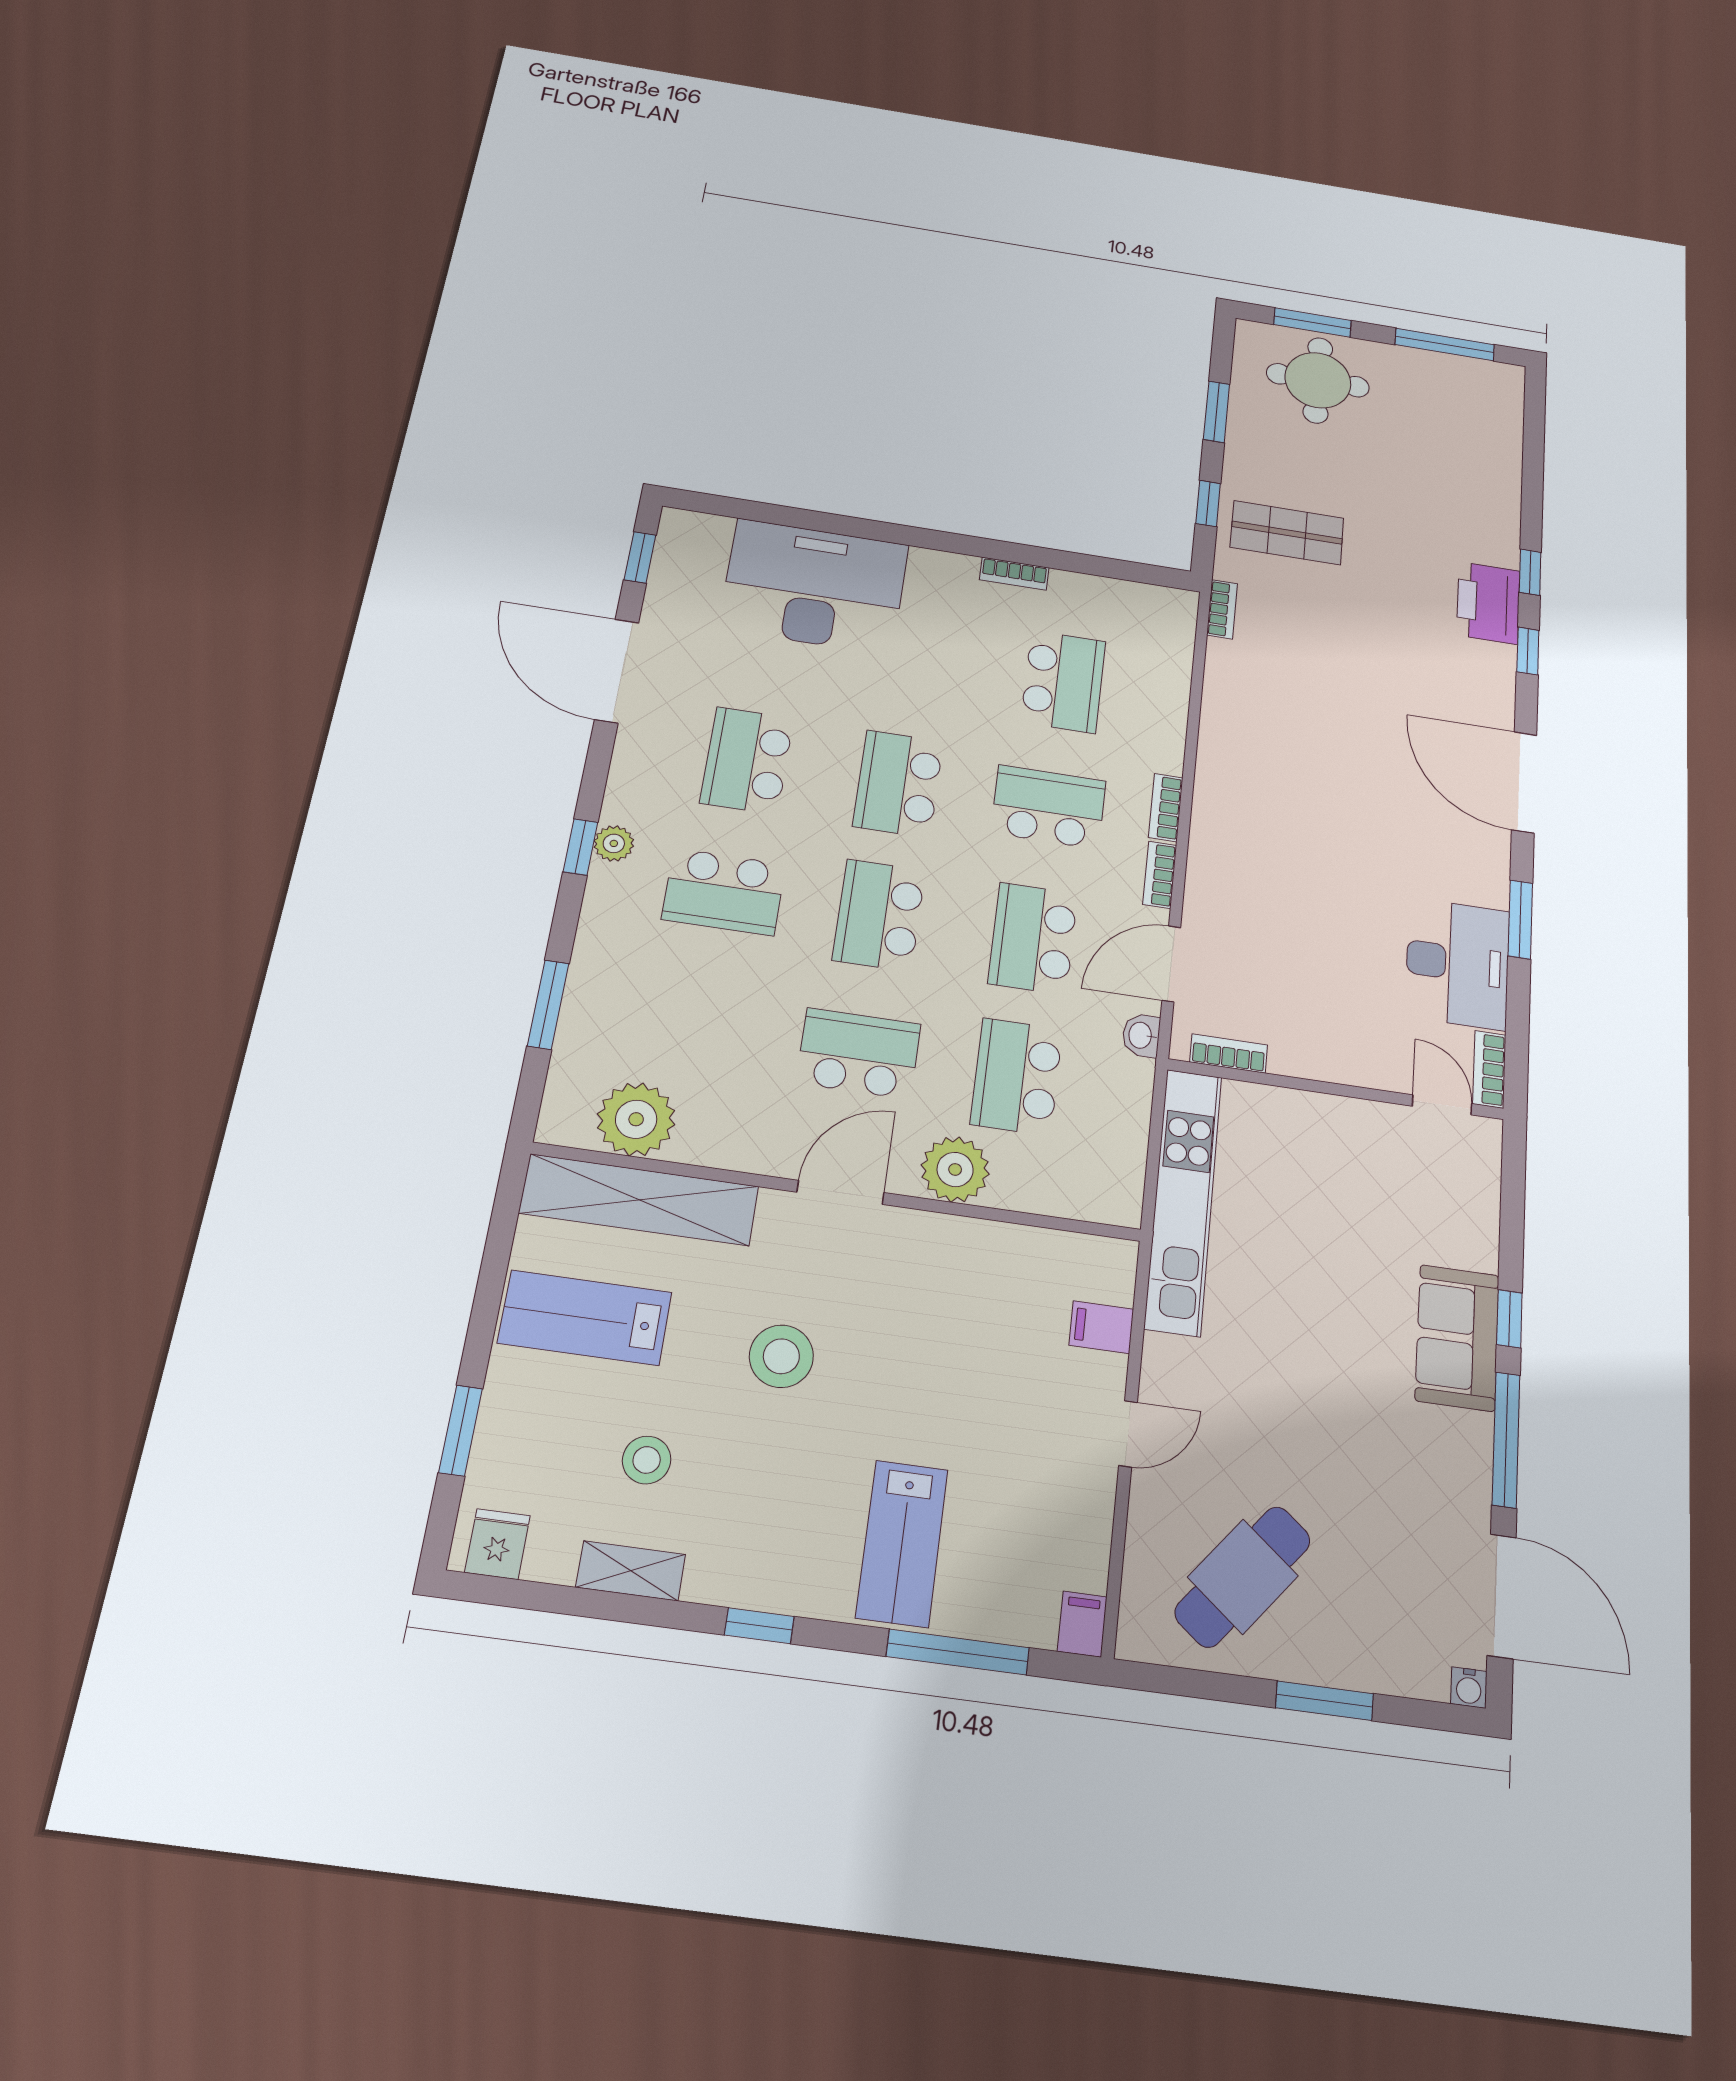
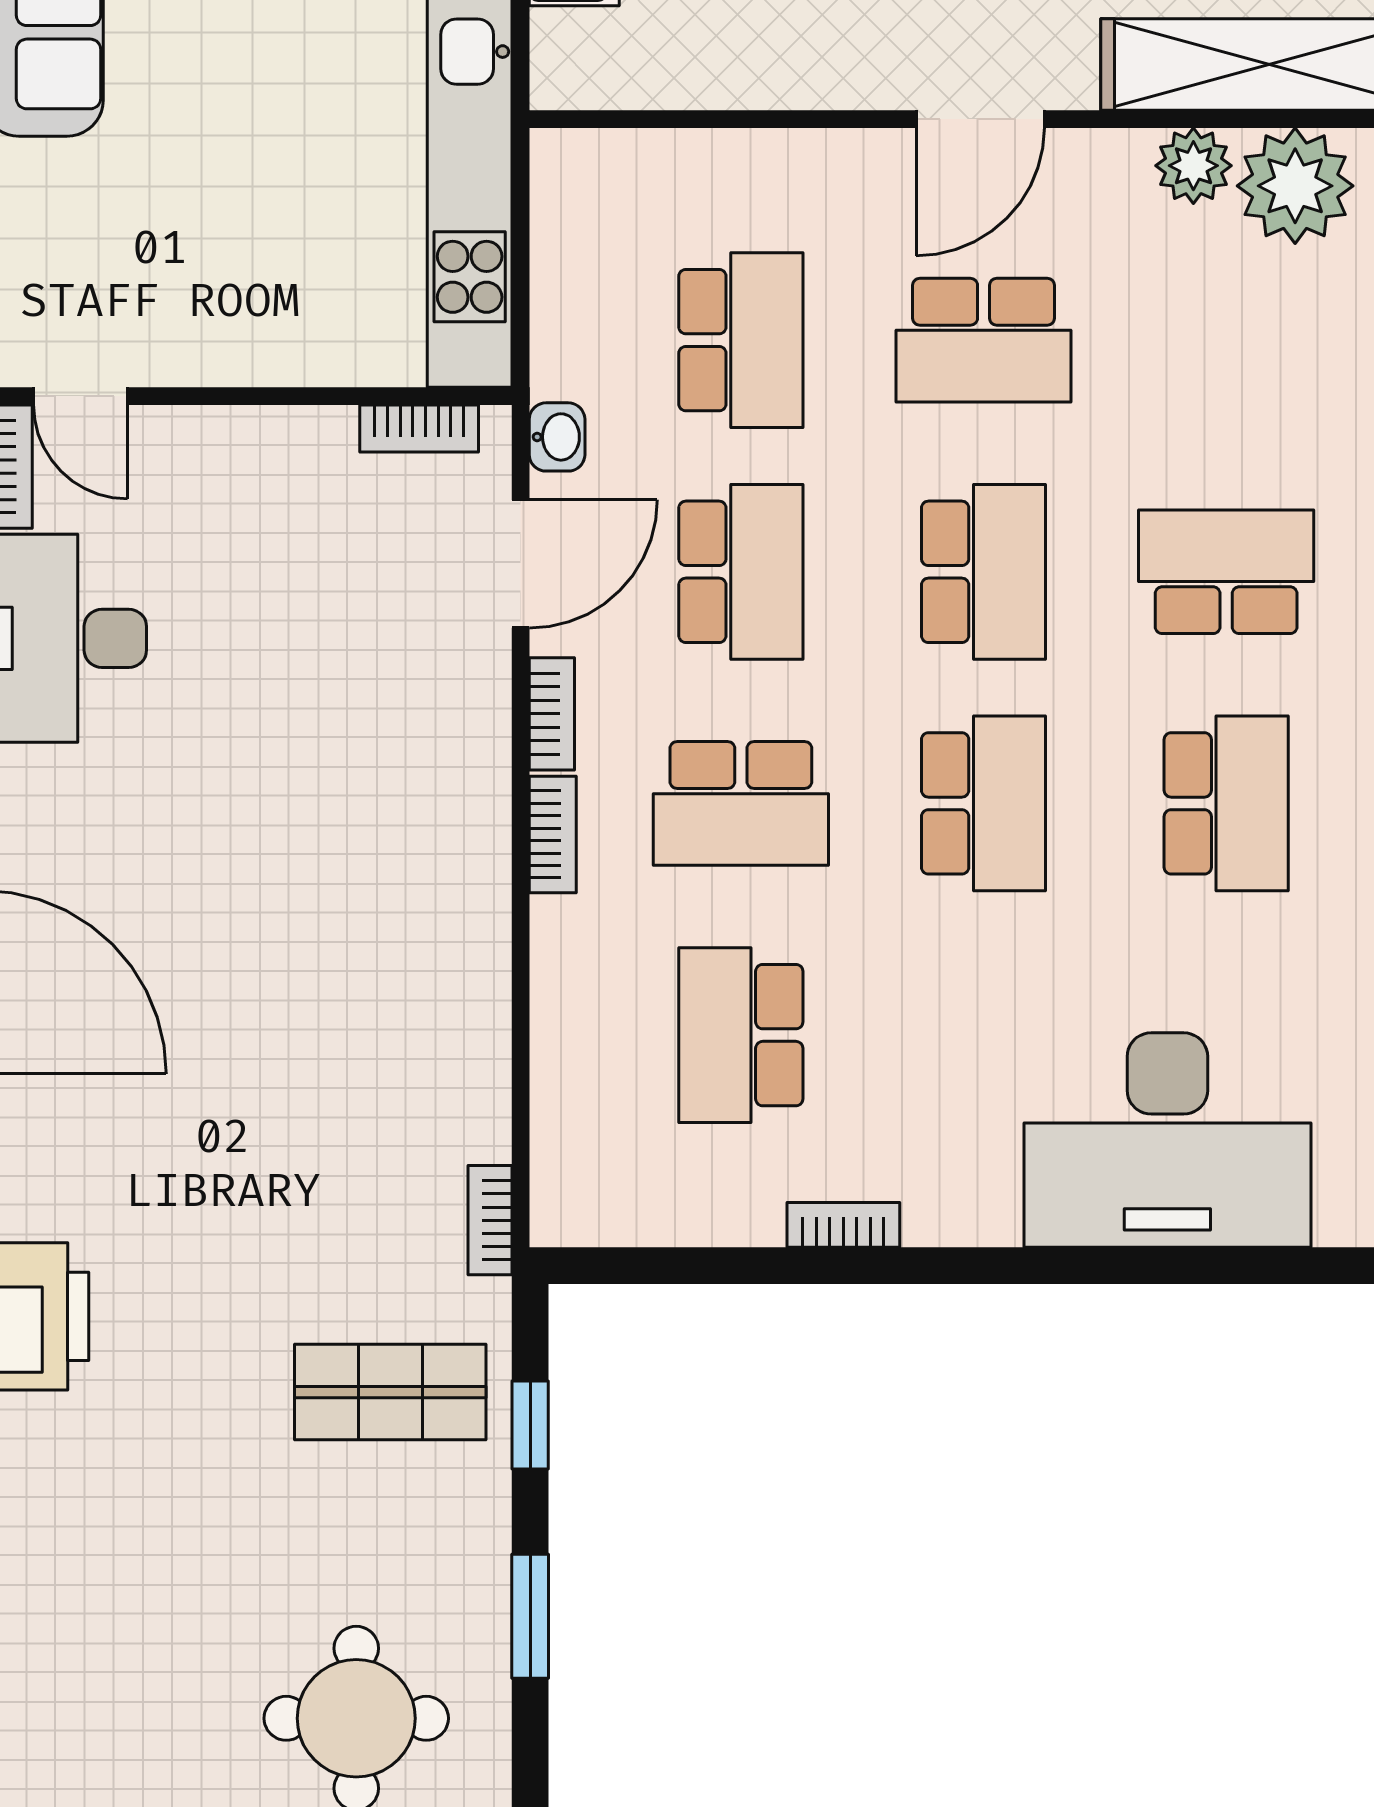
plant: (955, 1169) -> (1193, 166), moved, width x0.73, depth x0.73

